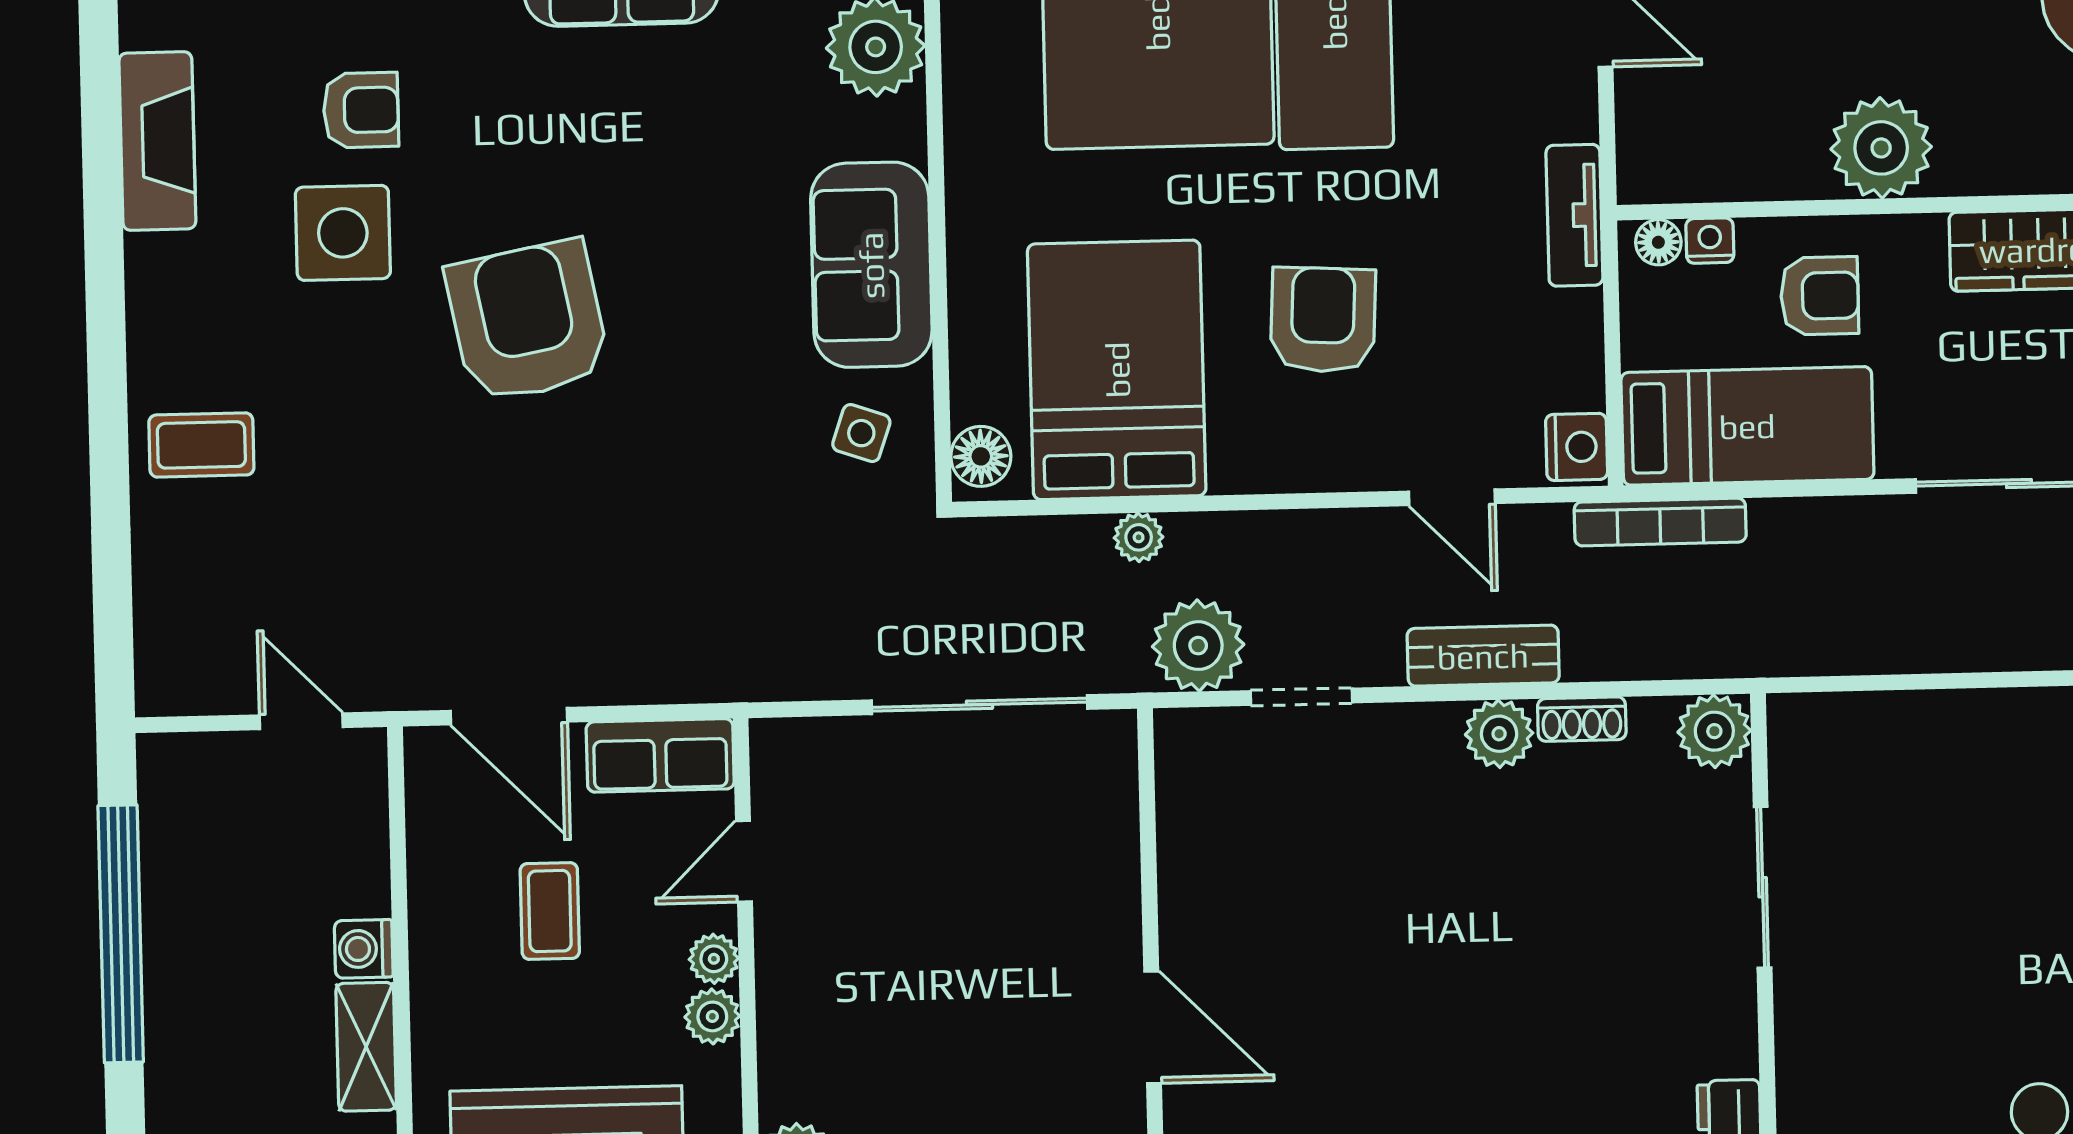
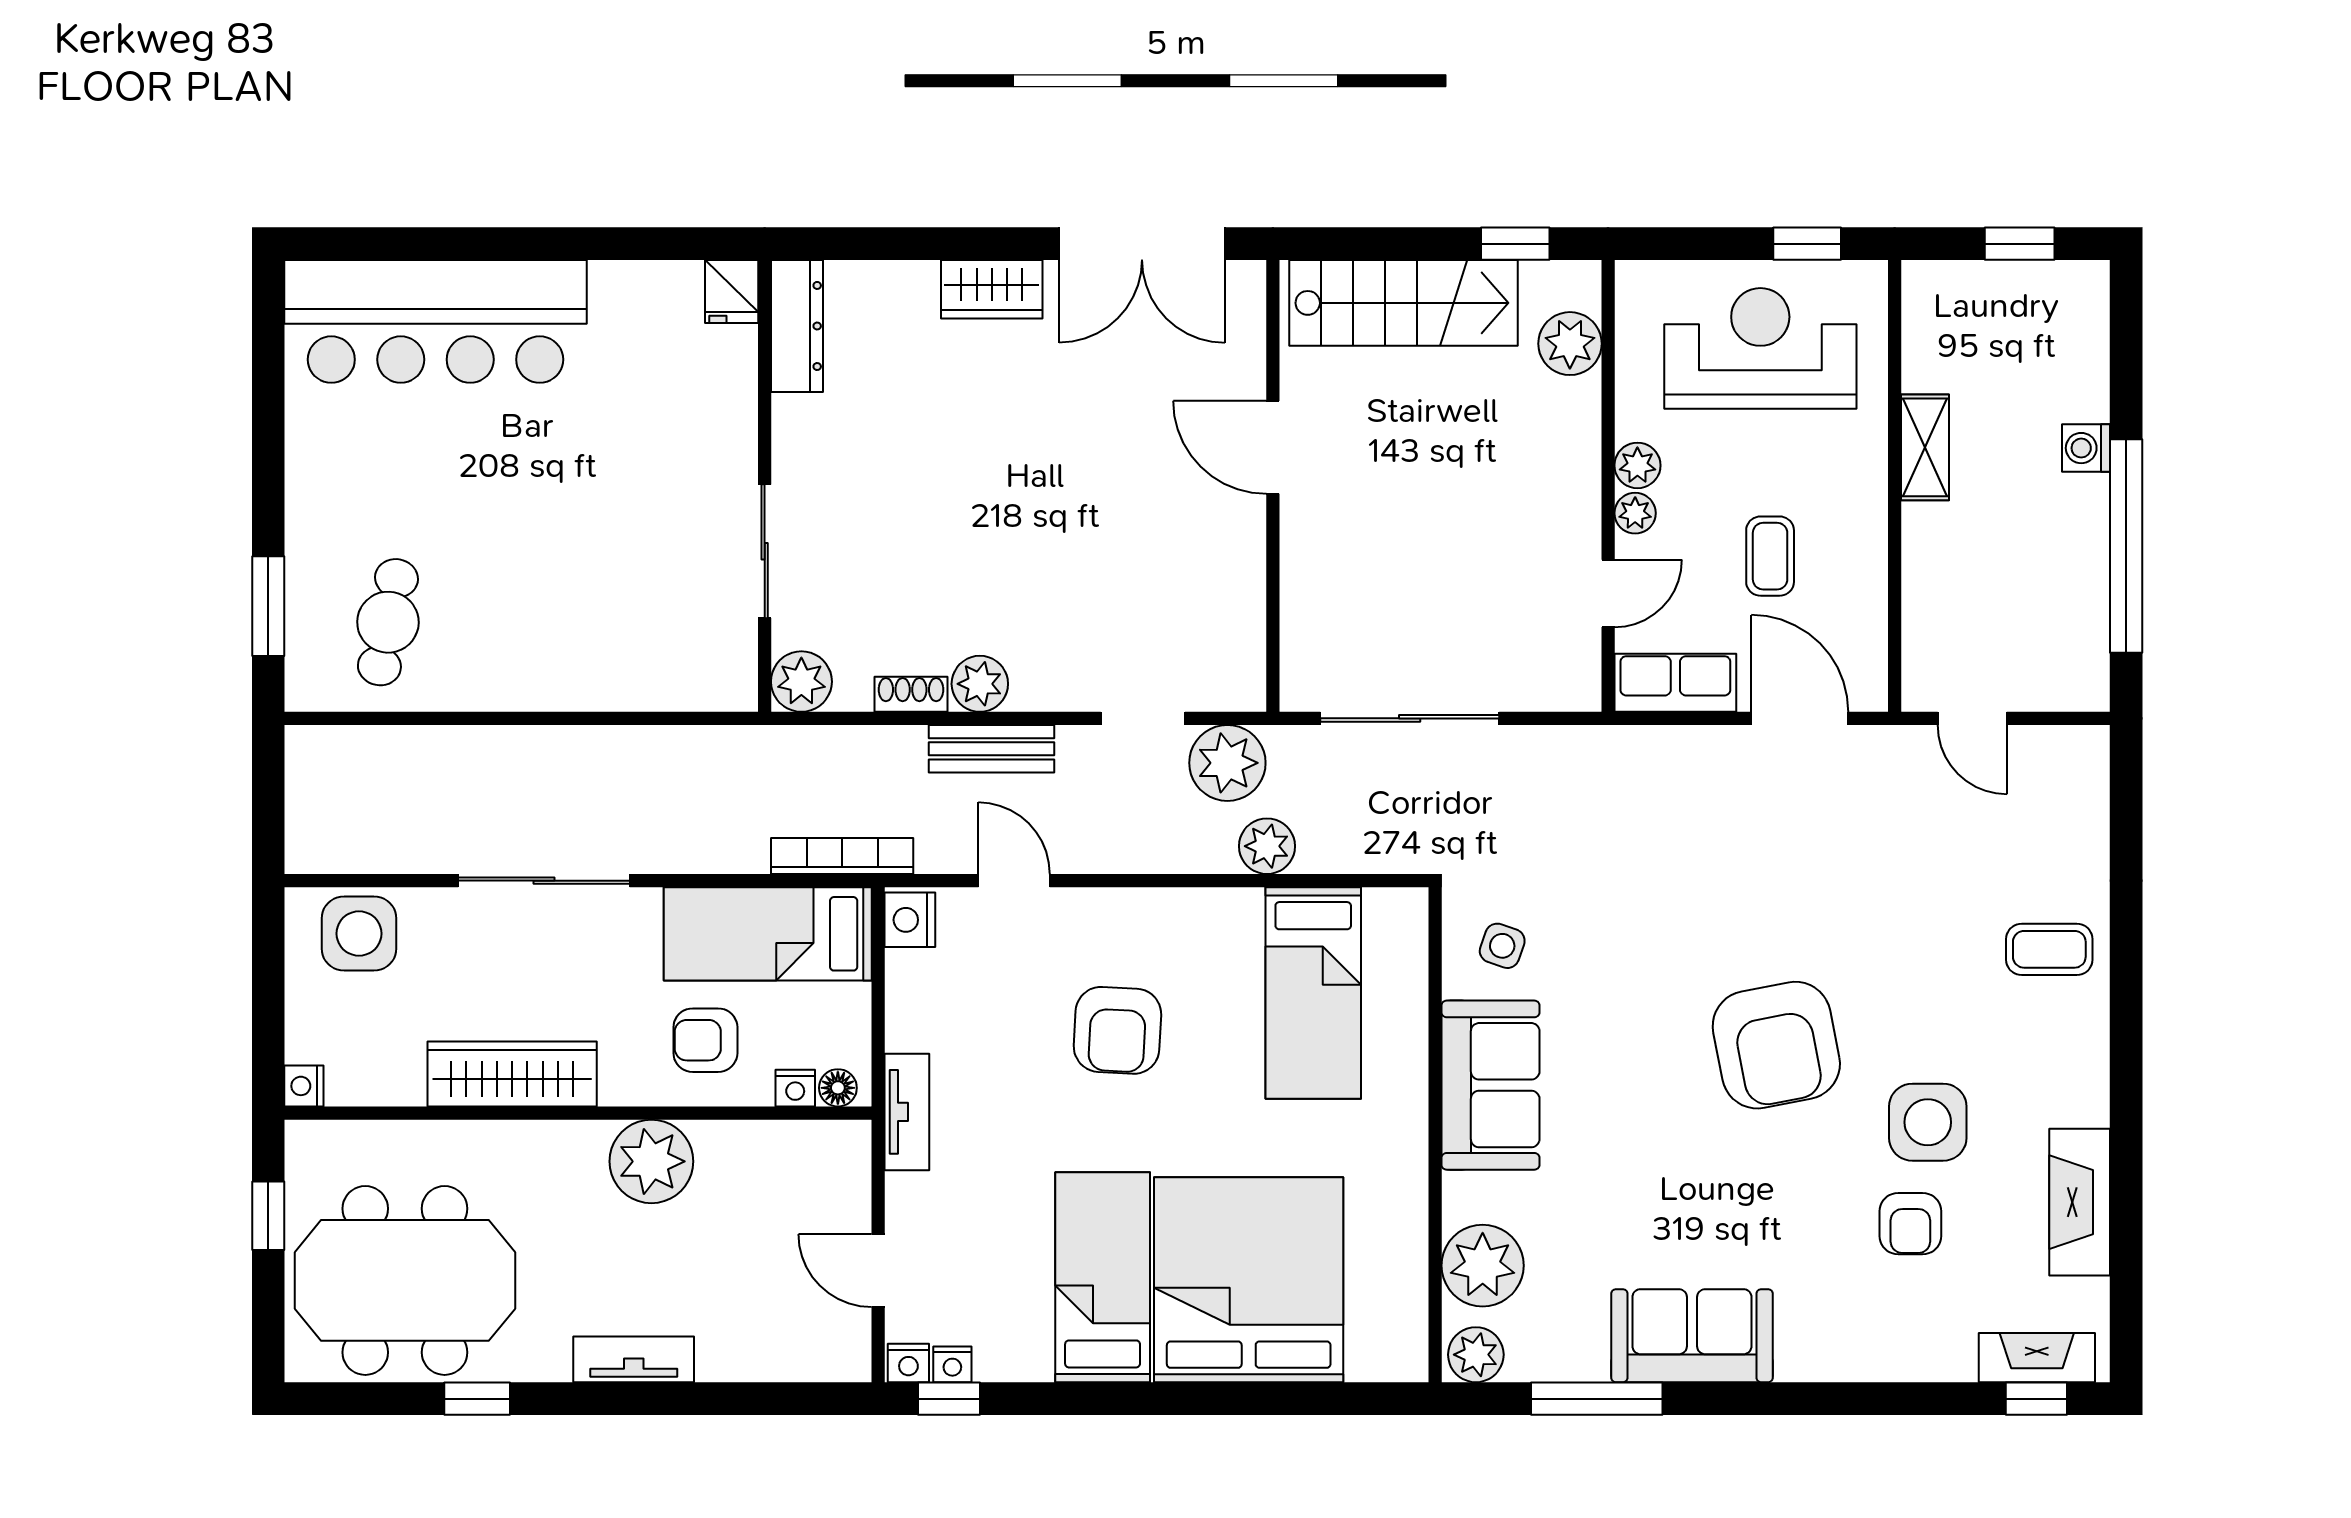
armchair: (361, 110) -> (1910, 1224), turned -90
bed: (1117, 370) -> (1313, 993), width x0.67
floor lamp: (981, 456) -> (1404, 924), removed
plant: (1139, 537) -> (1267, 846), width x1.38, depth x1.38
washing machine: (364, 949) -> (2086, 448), moved, turned 180

